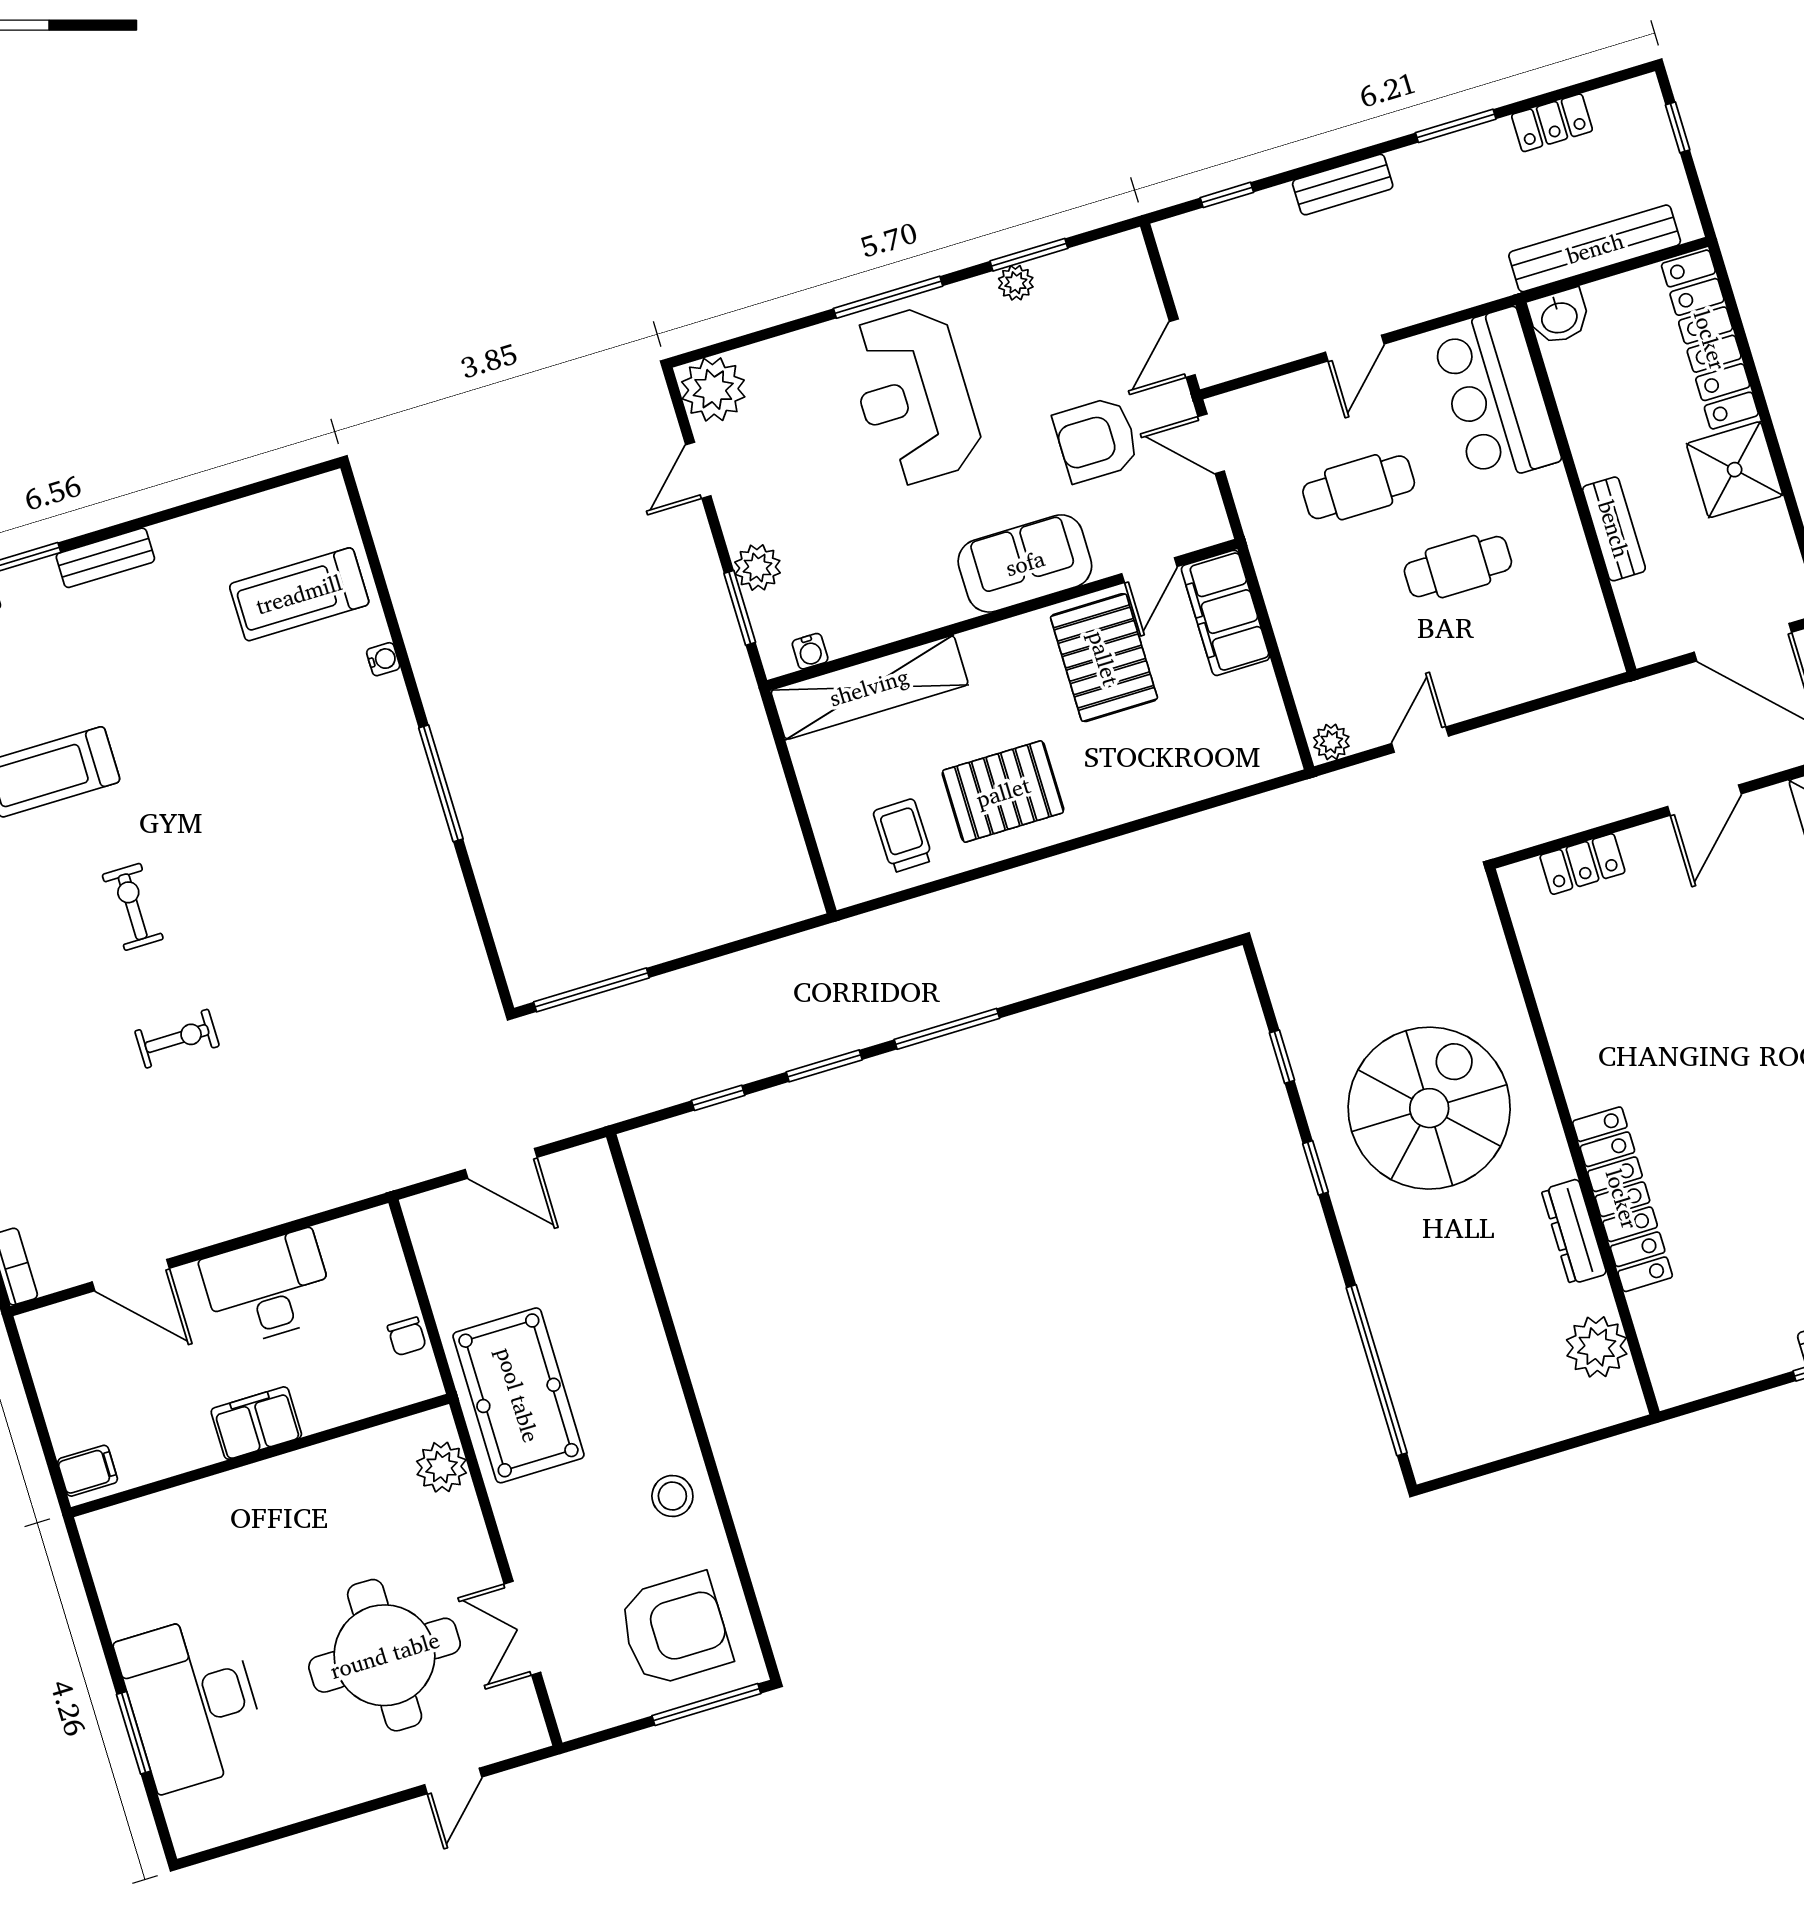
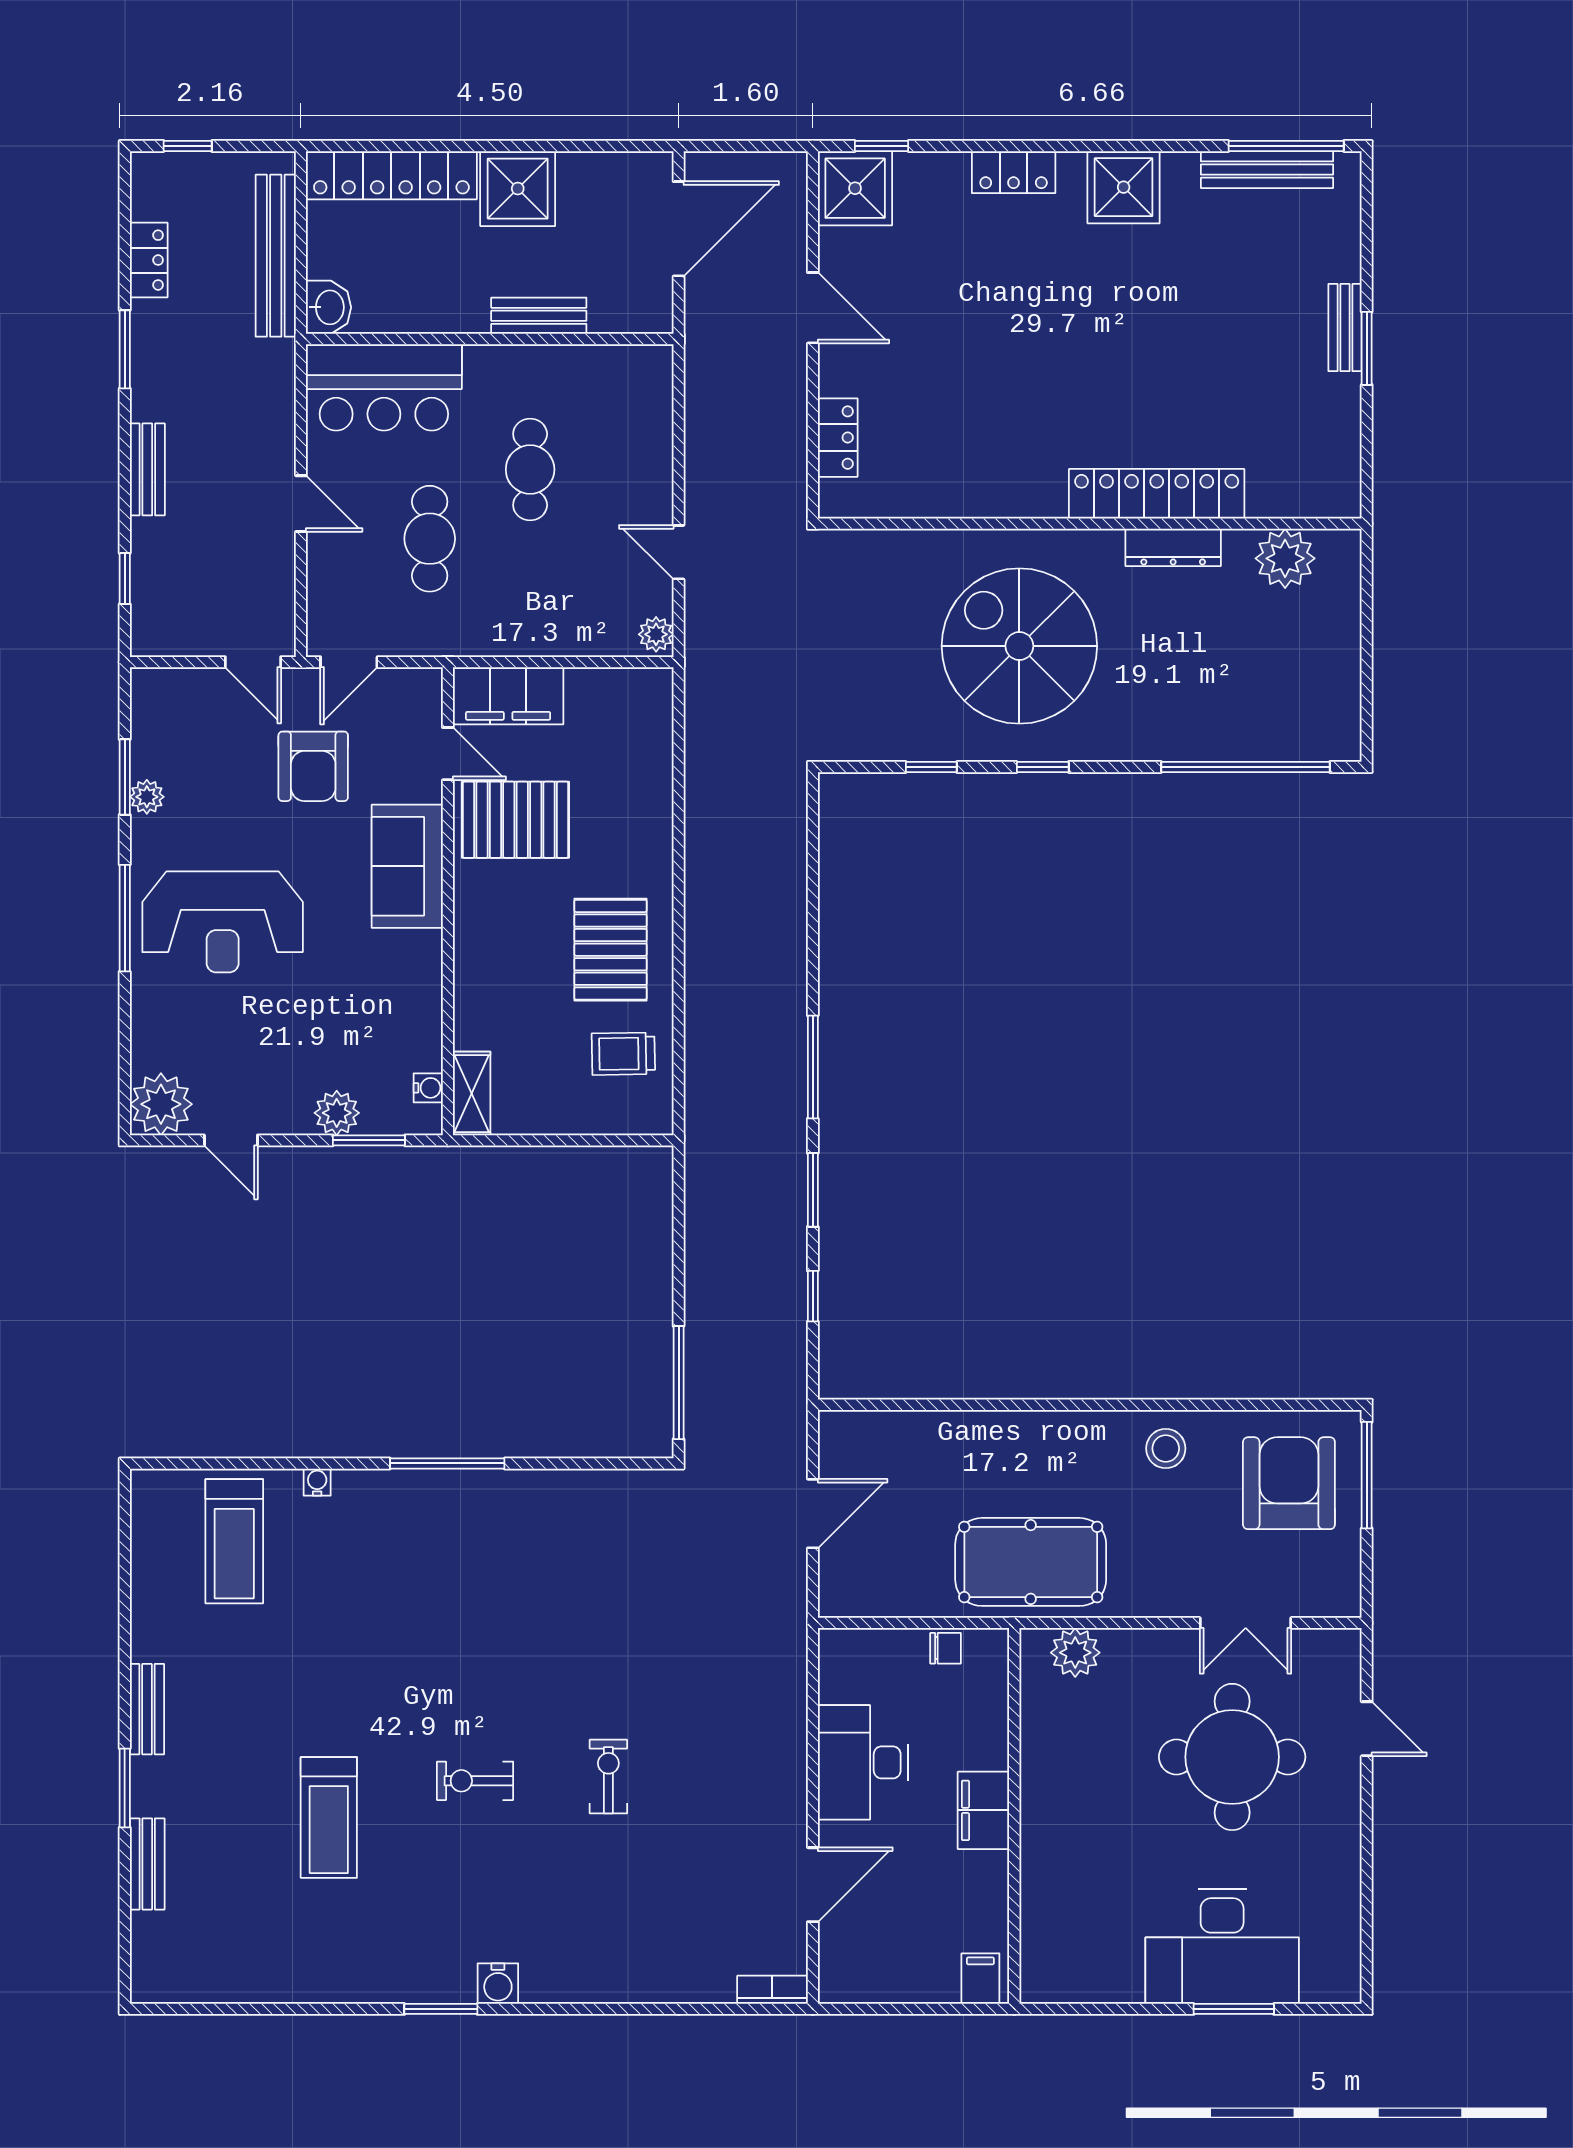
shelving: (869, 687) -> (472, 1094), width x0.45, depth x0.75

